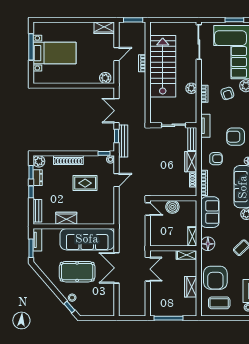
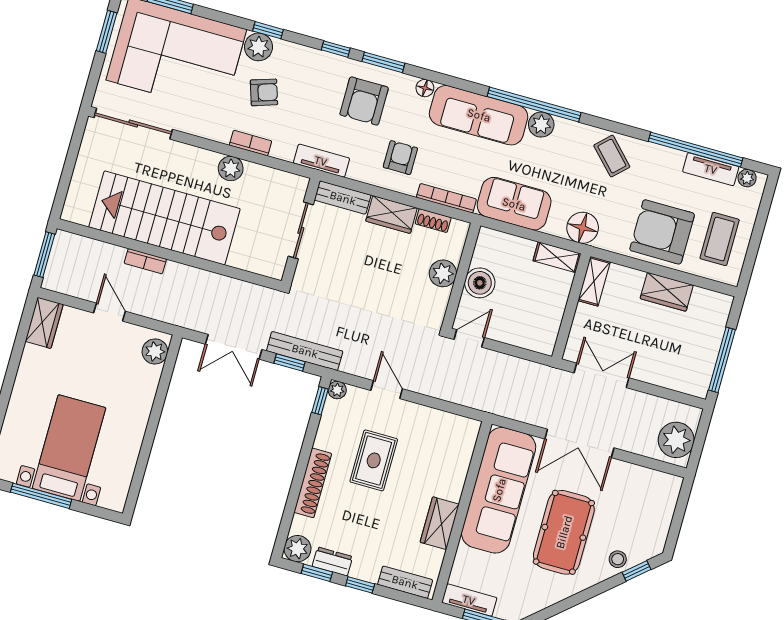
plant: (172, 190) -> (443, 273), added
armchair: (215, 278) -> (662, 232), turned 180
plant: (129, 308) -> (676, 440), added

